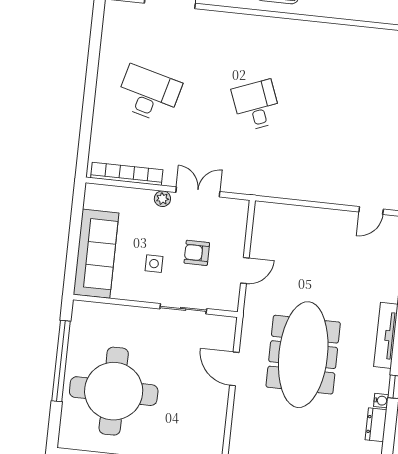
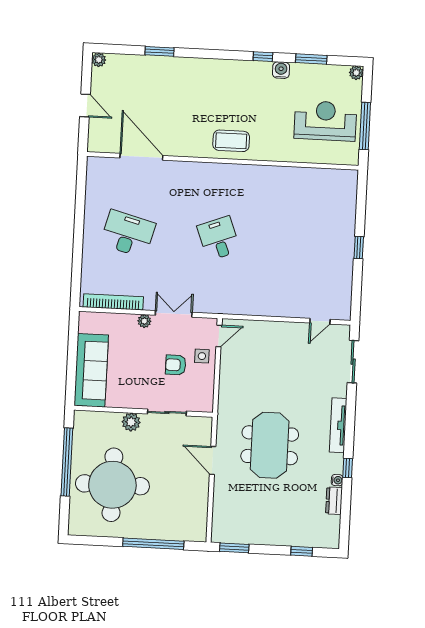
side table: (154, 264) -> (202, 356), moved
door: (245, 270) -> (219, 336), moved
plant: (140, 318) -> (131, 422), added
meeting table: (303, 355) -> (270, 445), width x0.73

